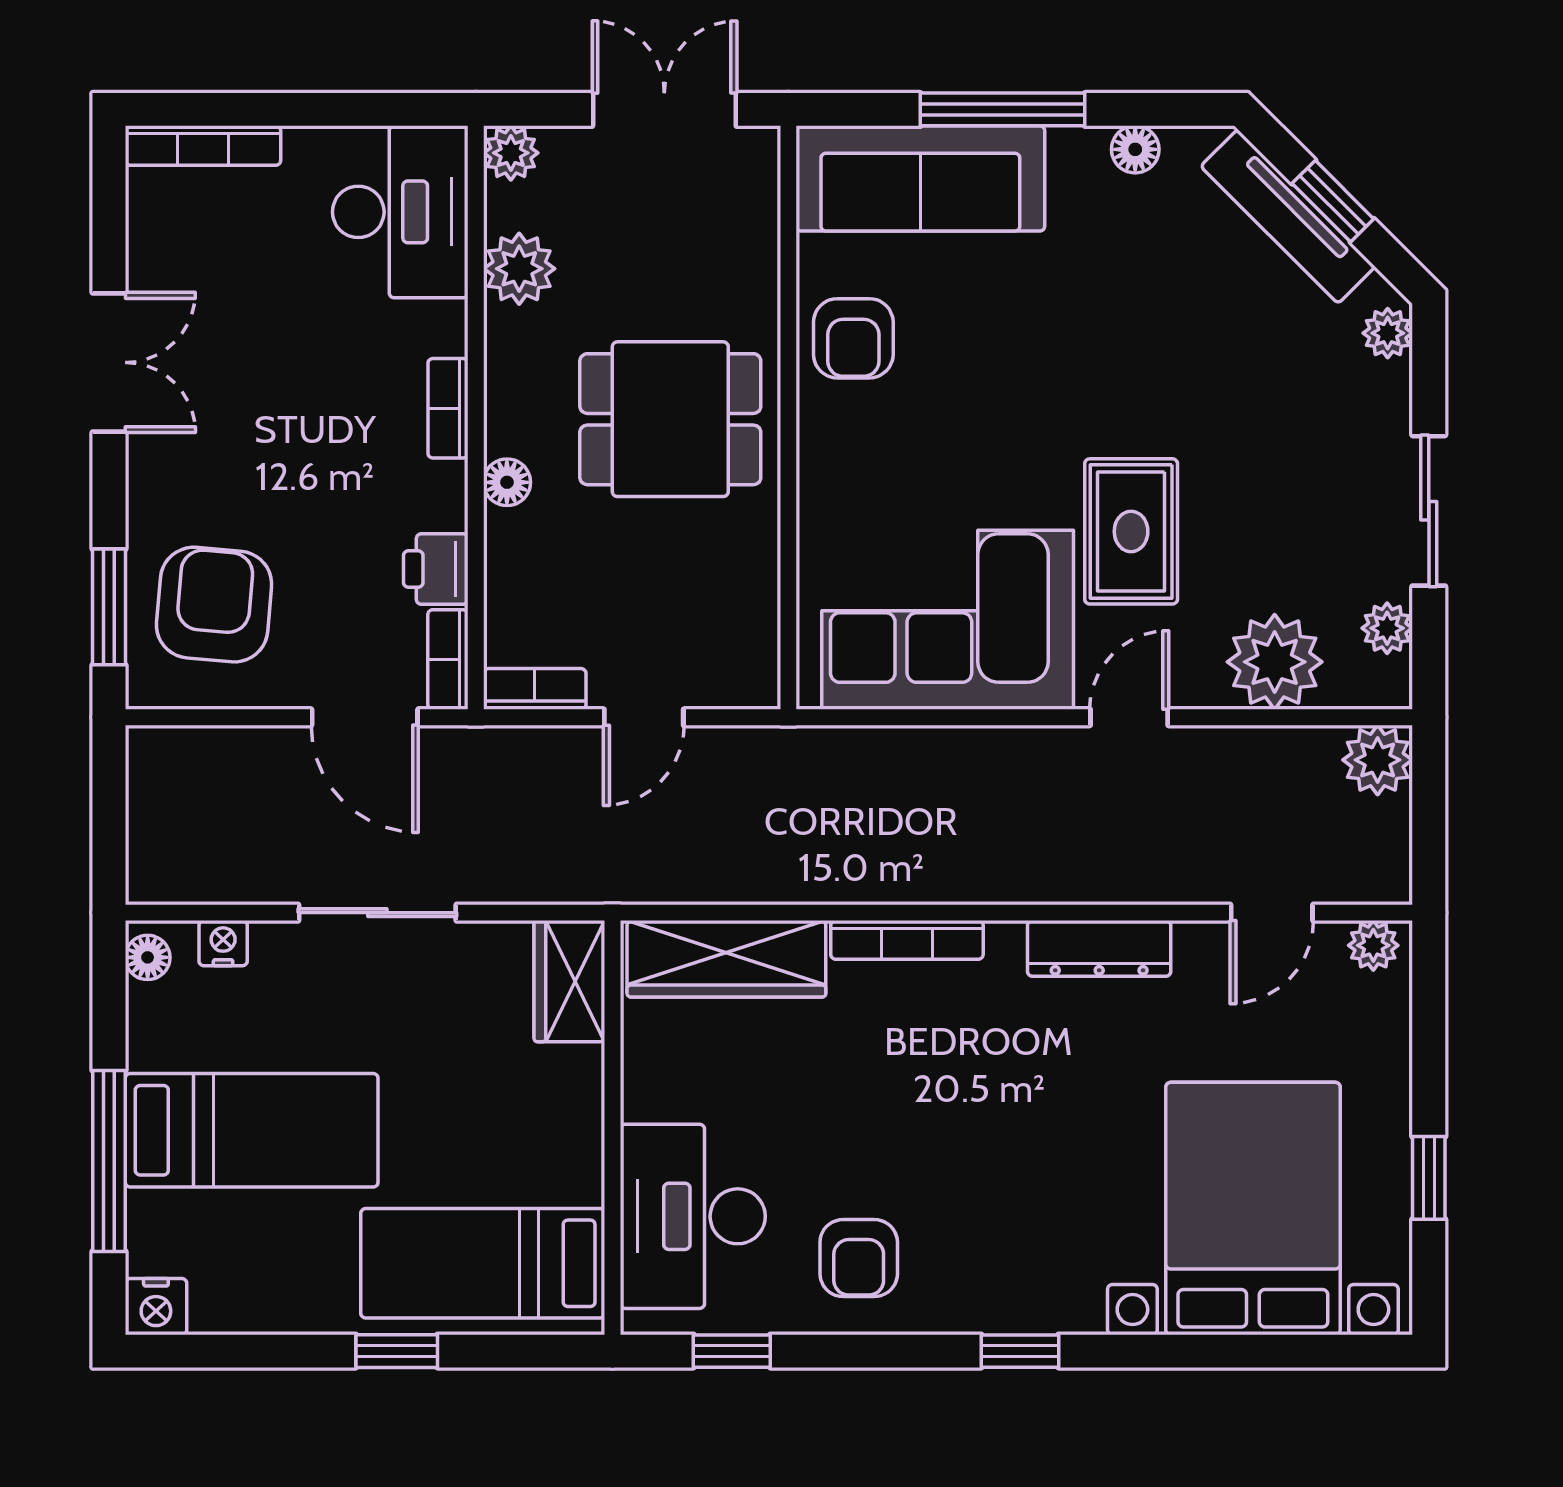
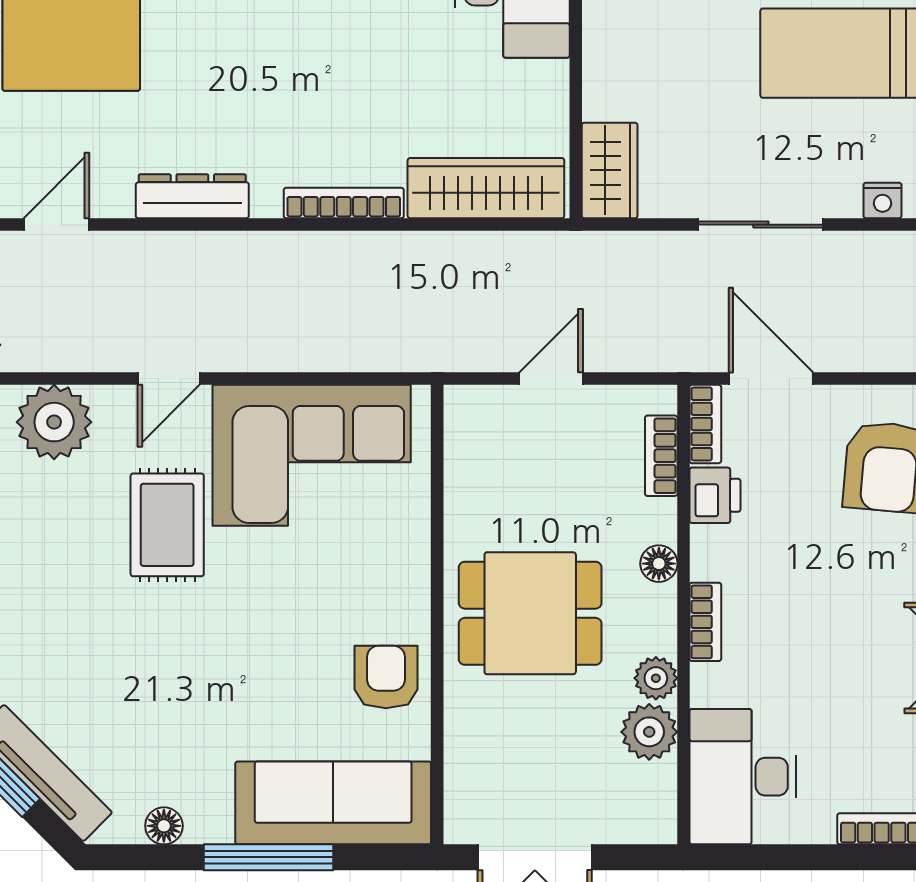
plant: (511, 153) -> (656, 678), moved
bookcase: (535, 689) -> (661, 456), moved, turned 90

